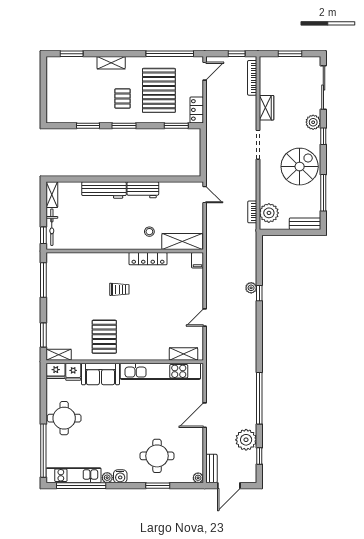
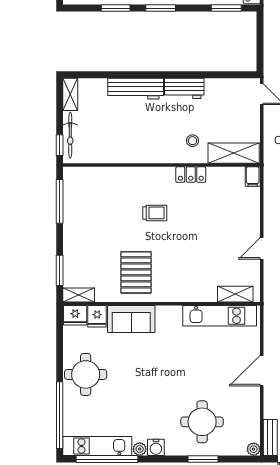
locker: (148, 259) -> (191, 175), width x0.66
kitchen unit: (160, 371) -> (220, 316), width x0.73

